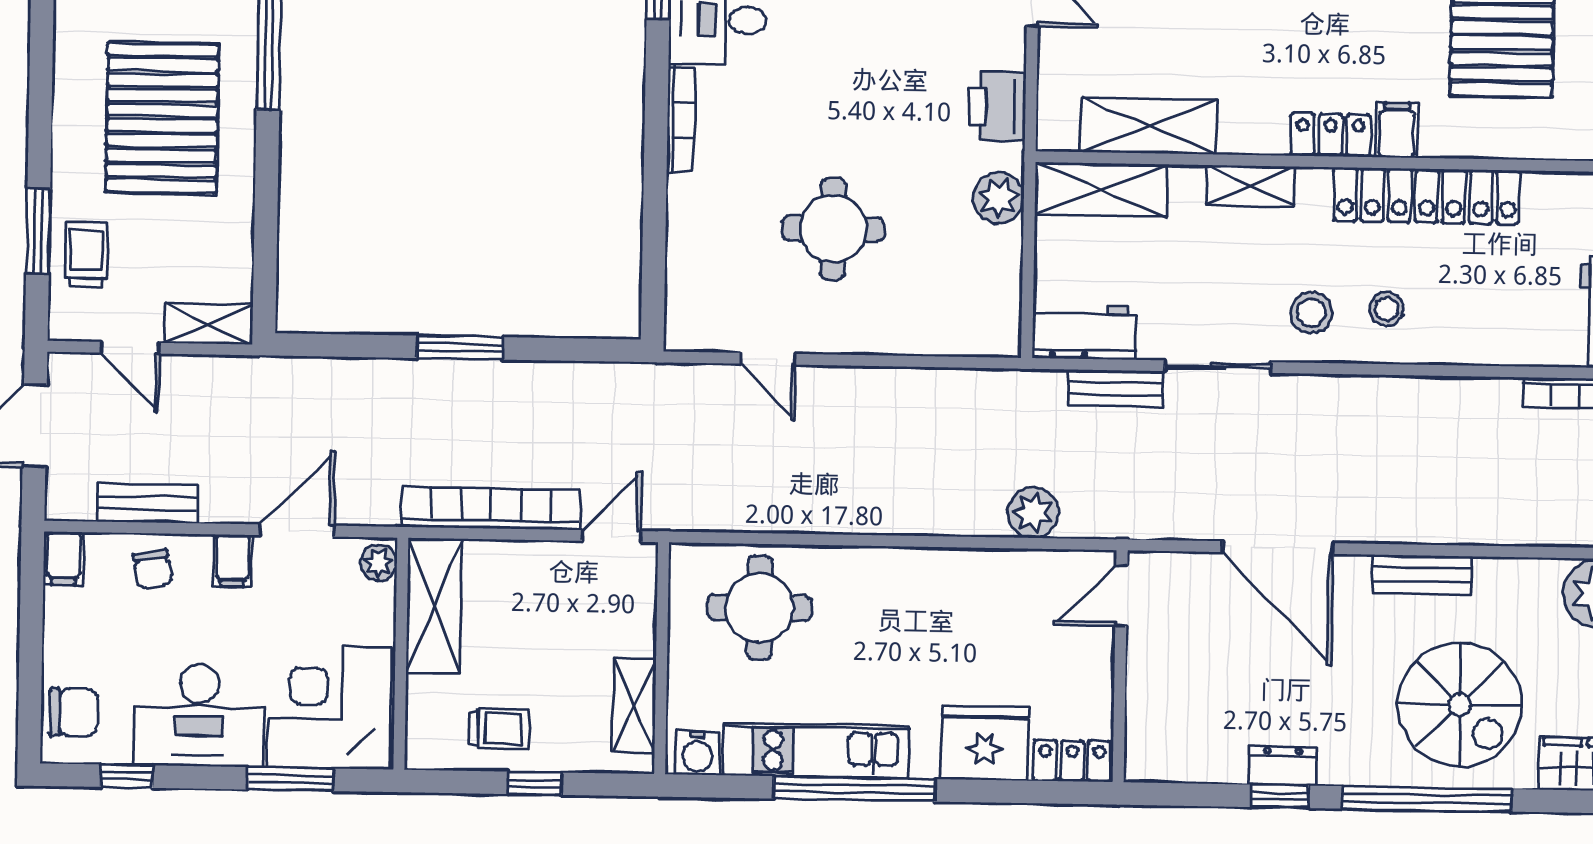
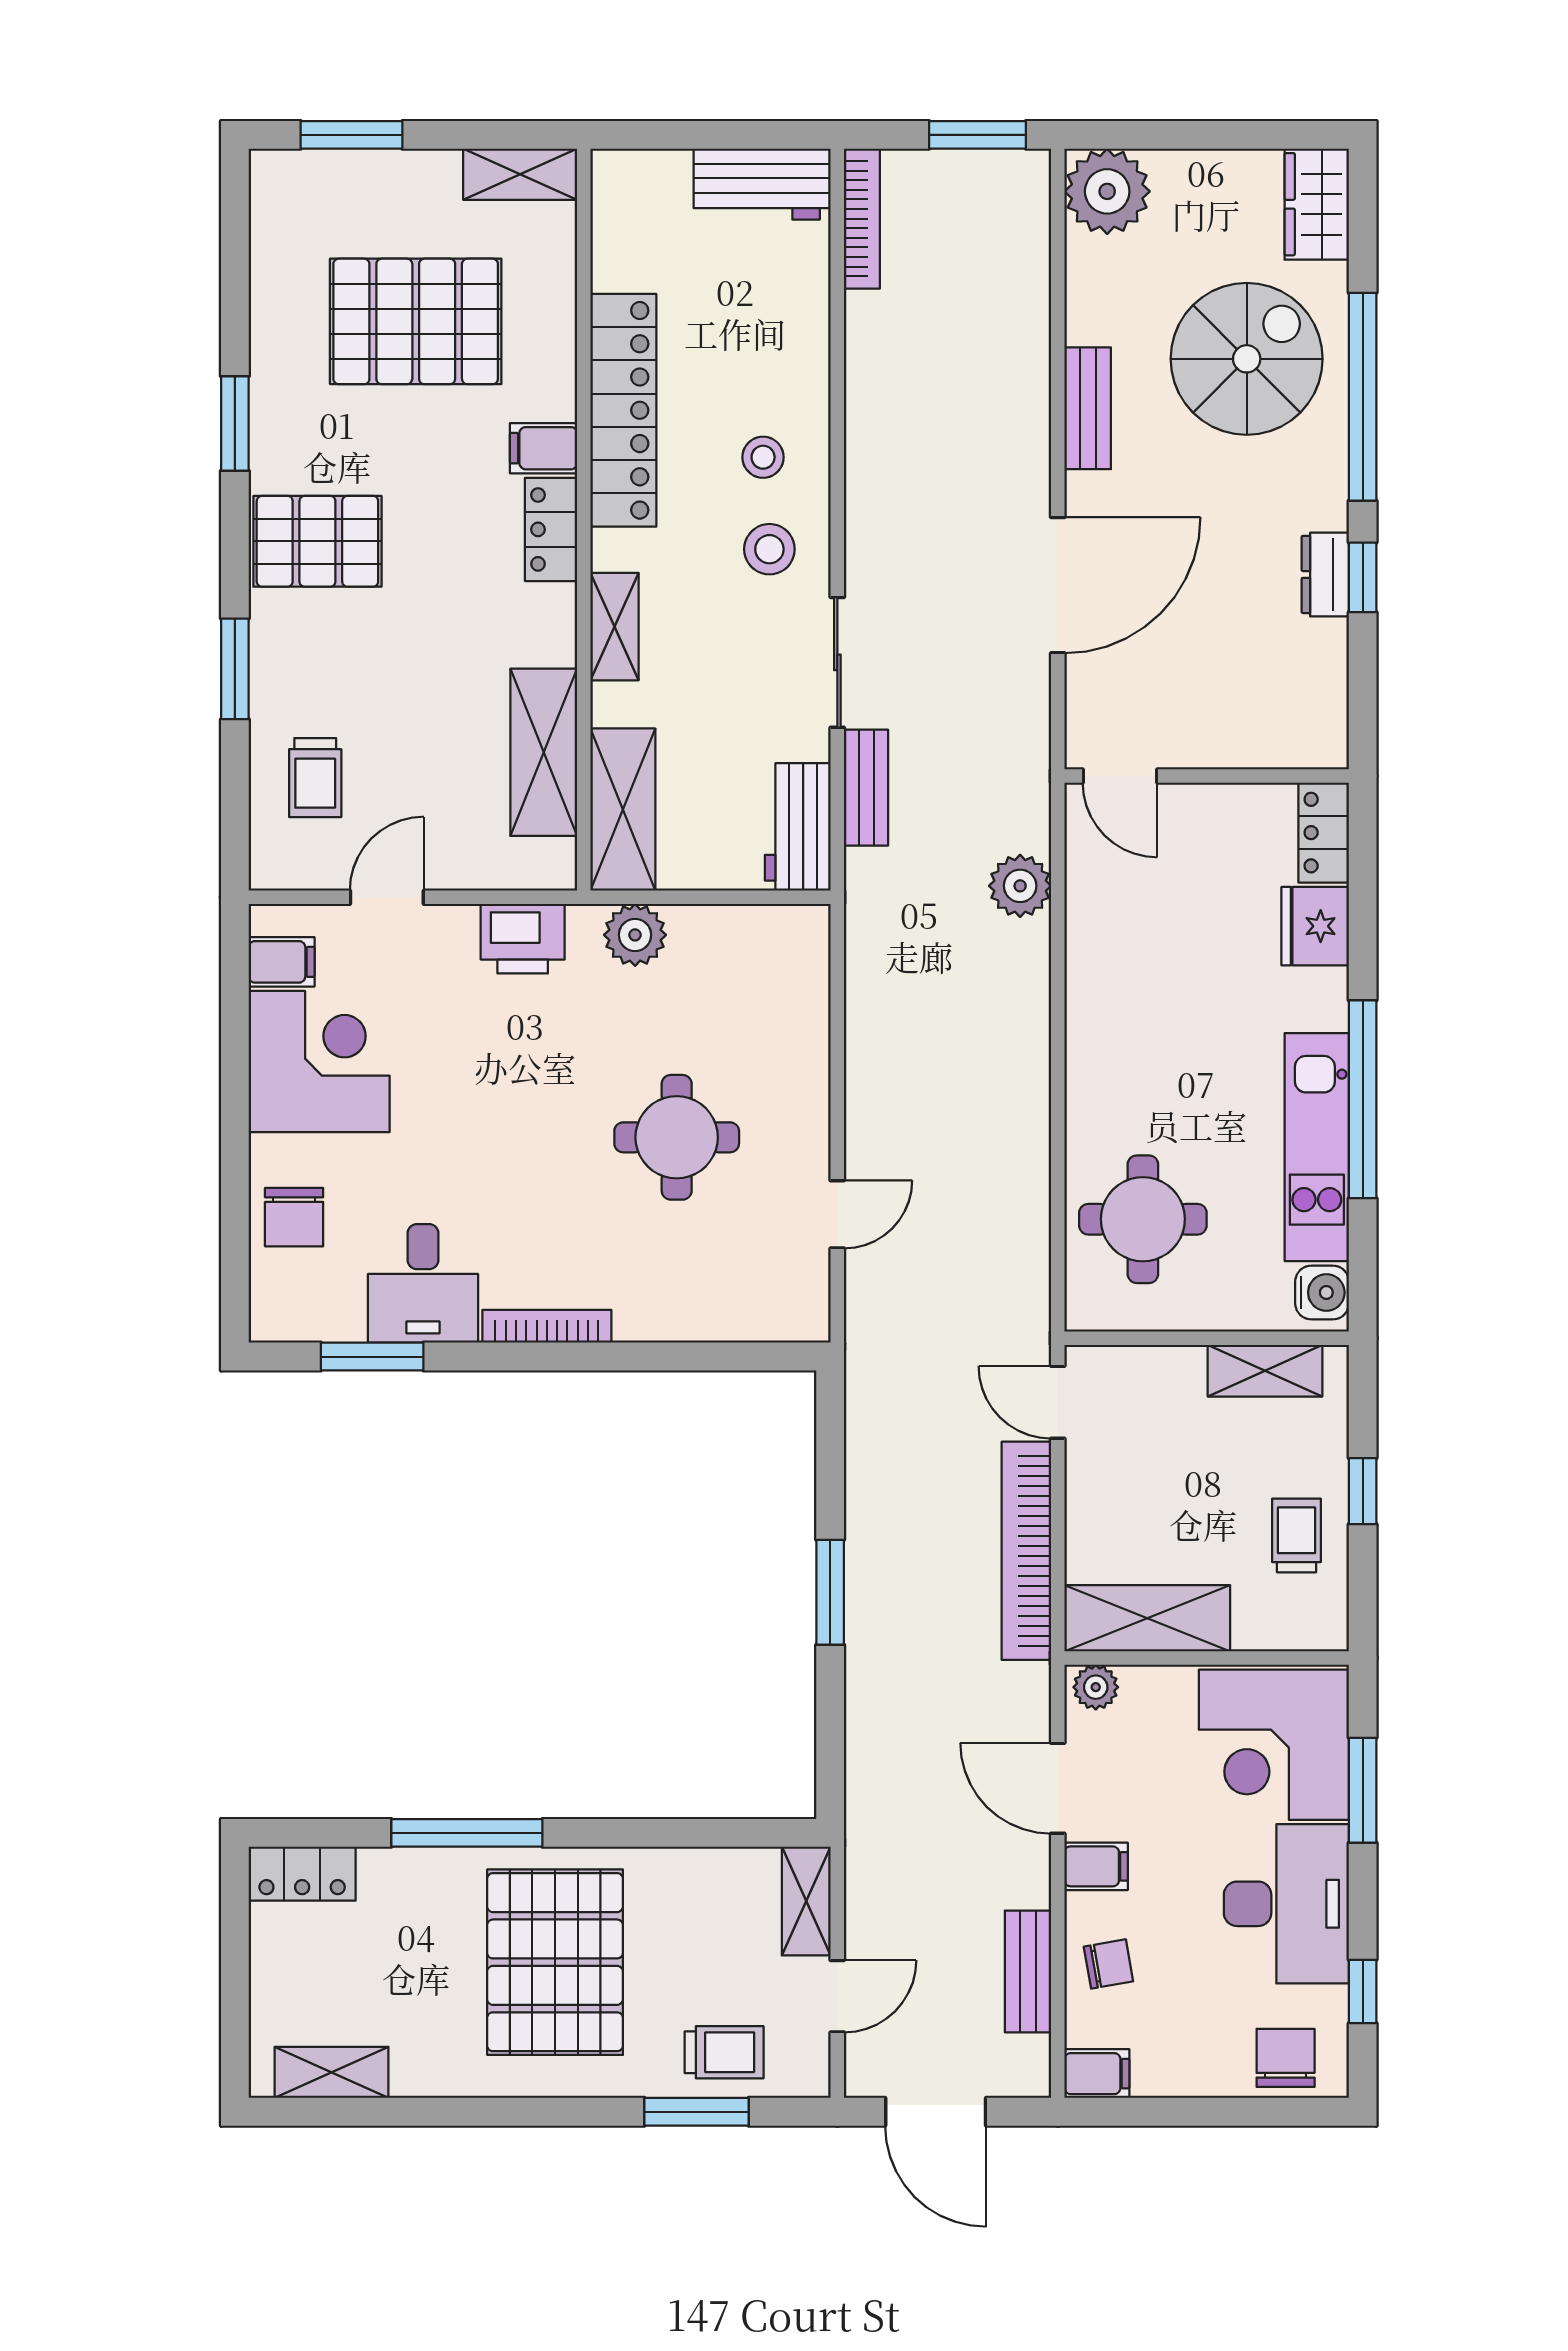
pallet: (162, 118) -> (555, 1962), turned 90
trolley: (86, 255) -> (724, 2052), turned 180
fridge: (985, 743) -> (1315, 926), width x0.73, depth x0.75

